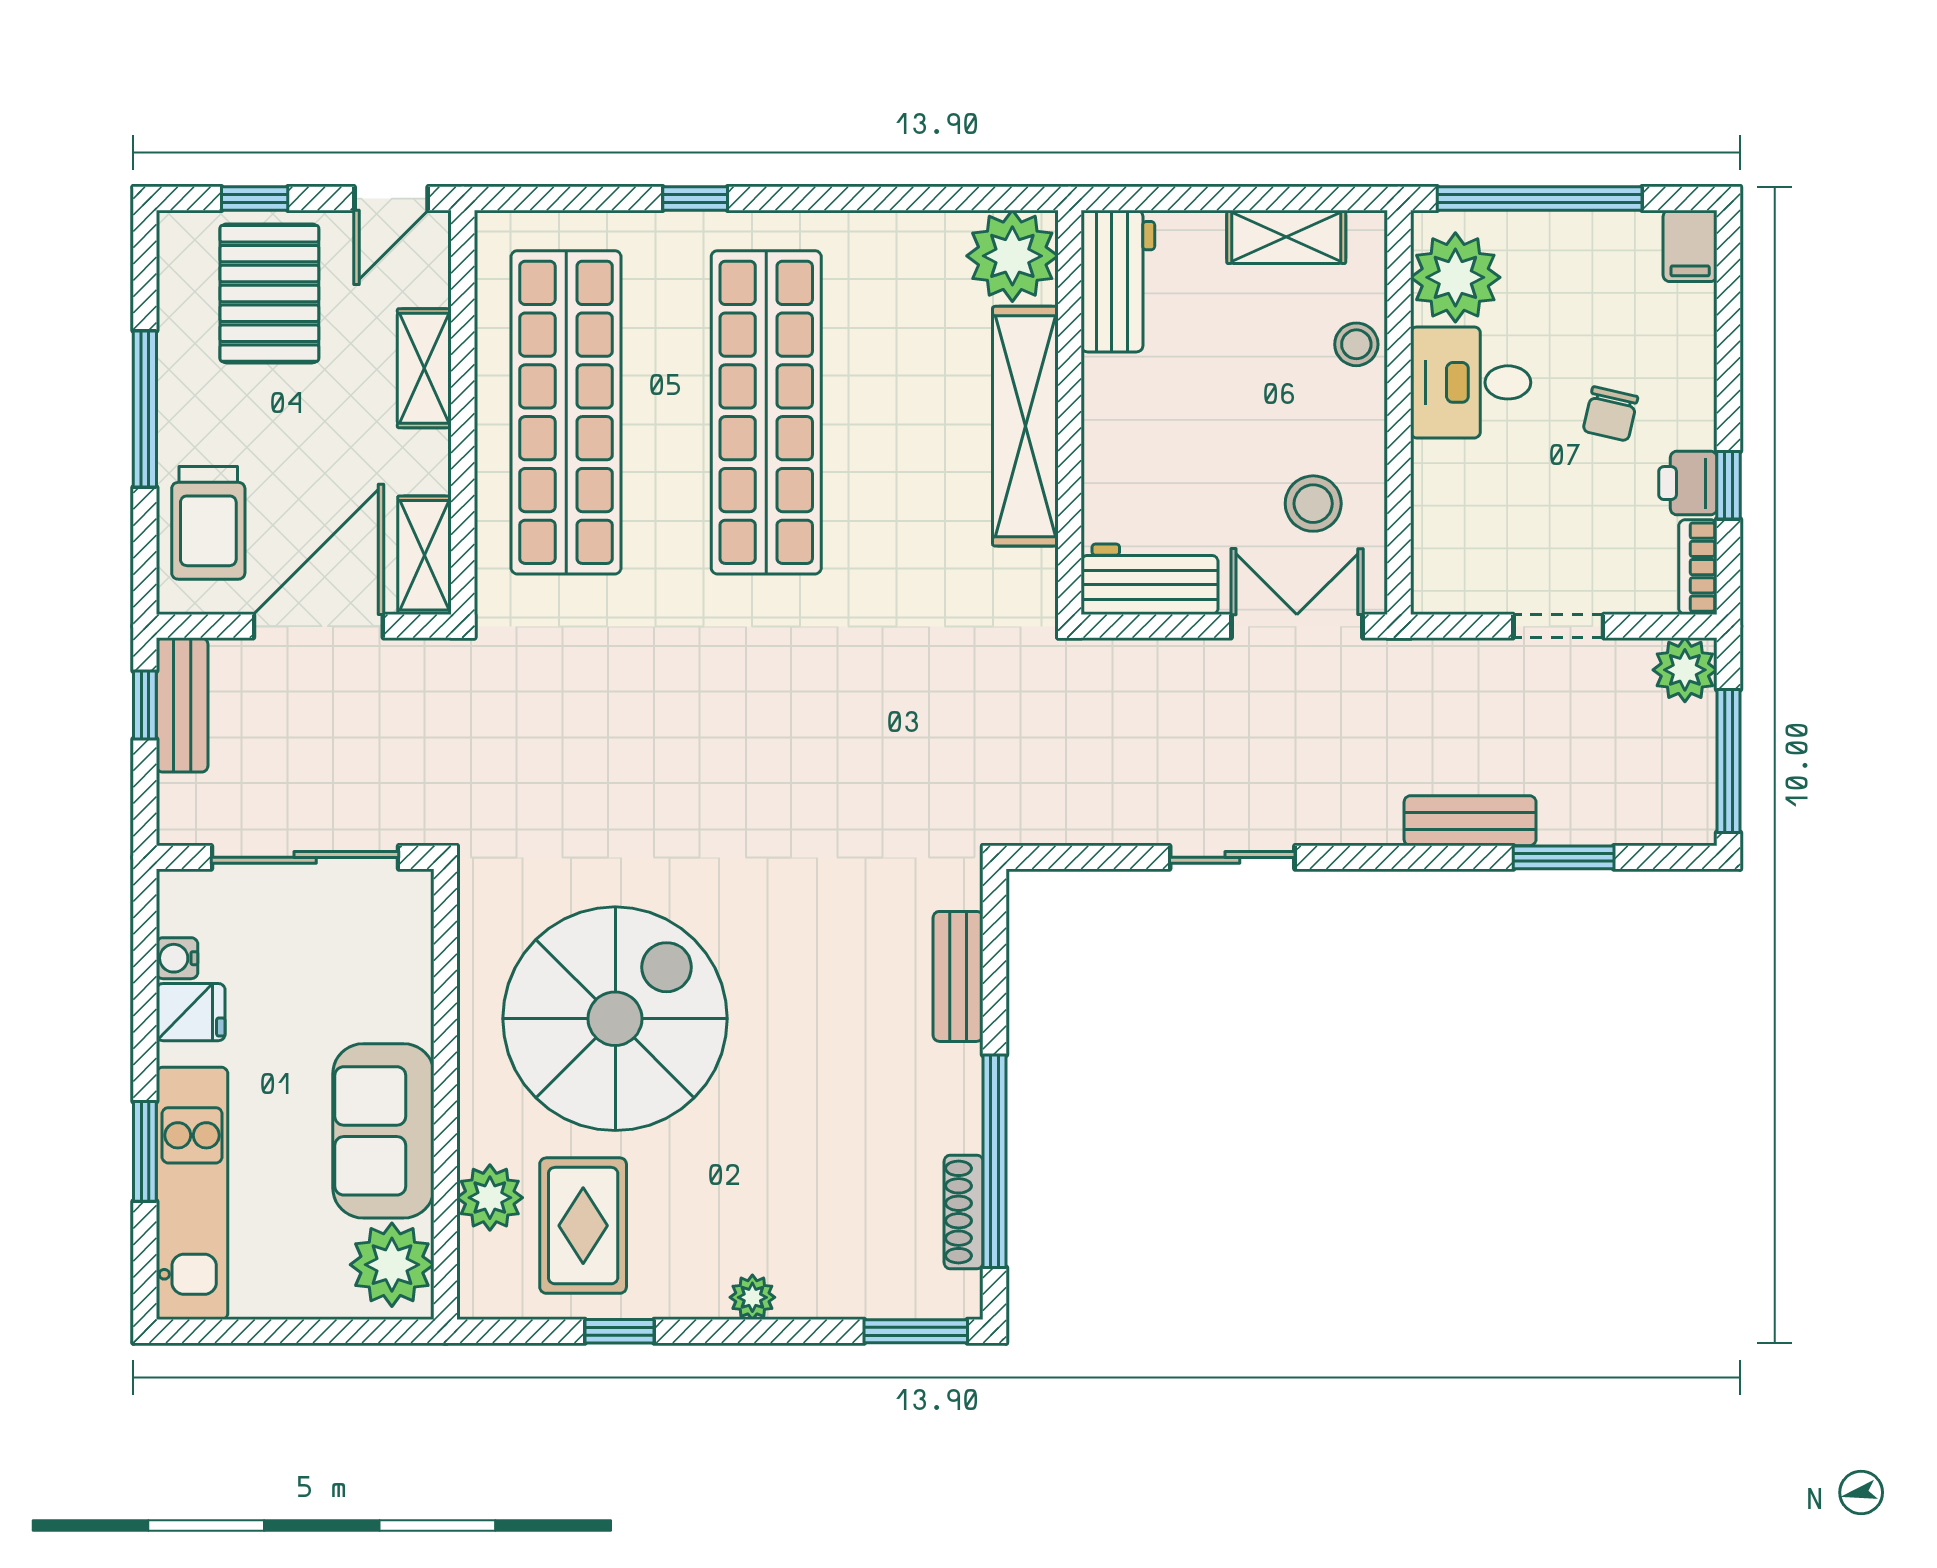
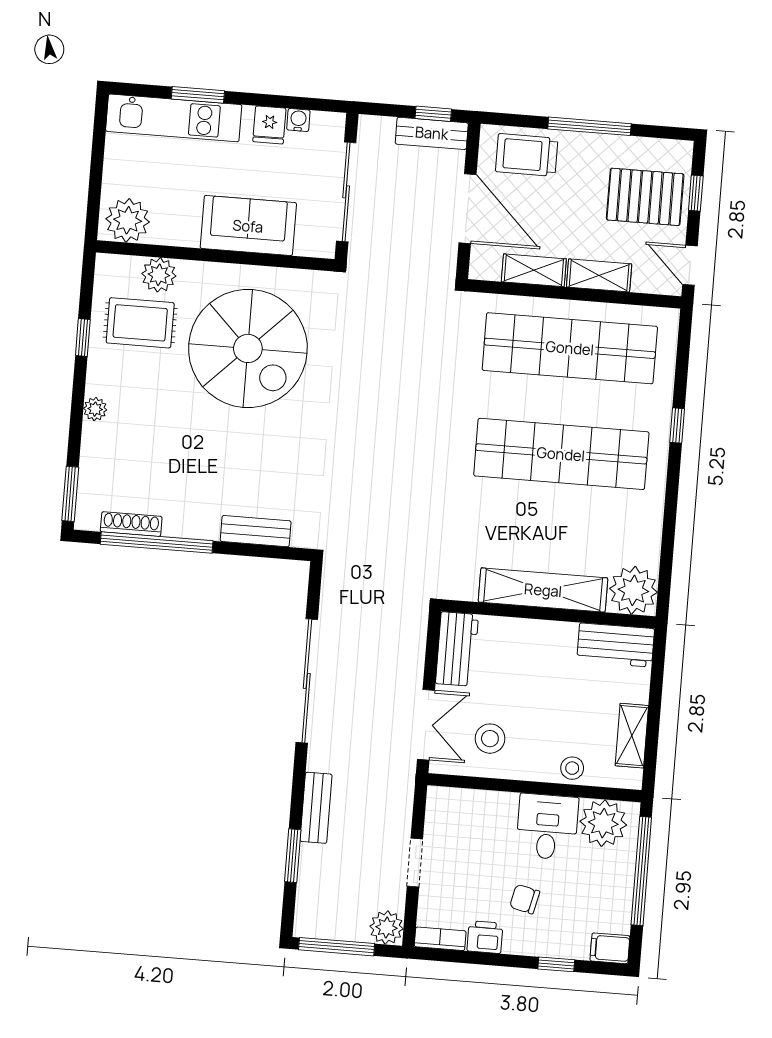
window: (1728, 485) -> (556, 964), moved
shelving: (424, 555) -> (534, 270), moved
sliding door: (1232, 857) -> (307, 681), width x1.86
sofa: (383, 1131) -> (248, 226), moved

